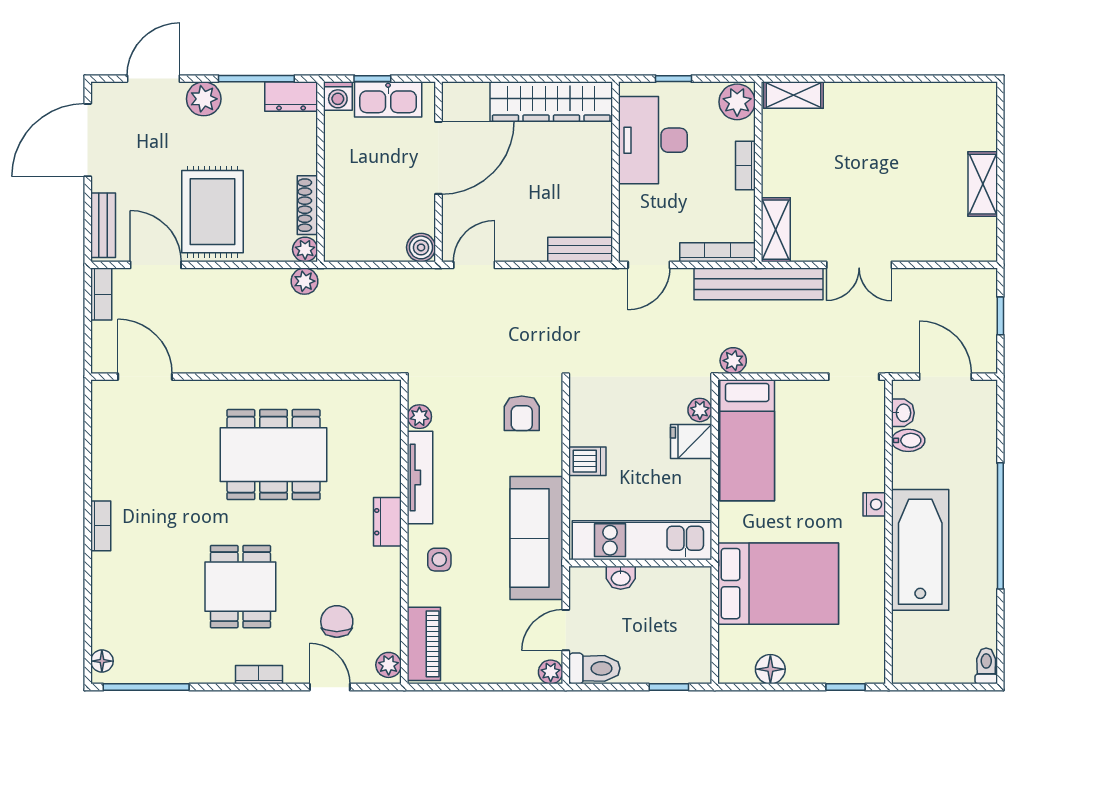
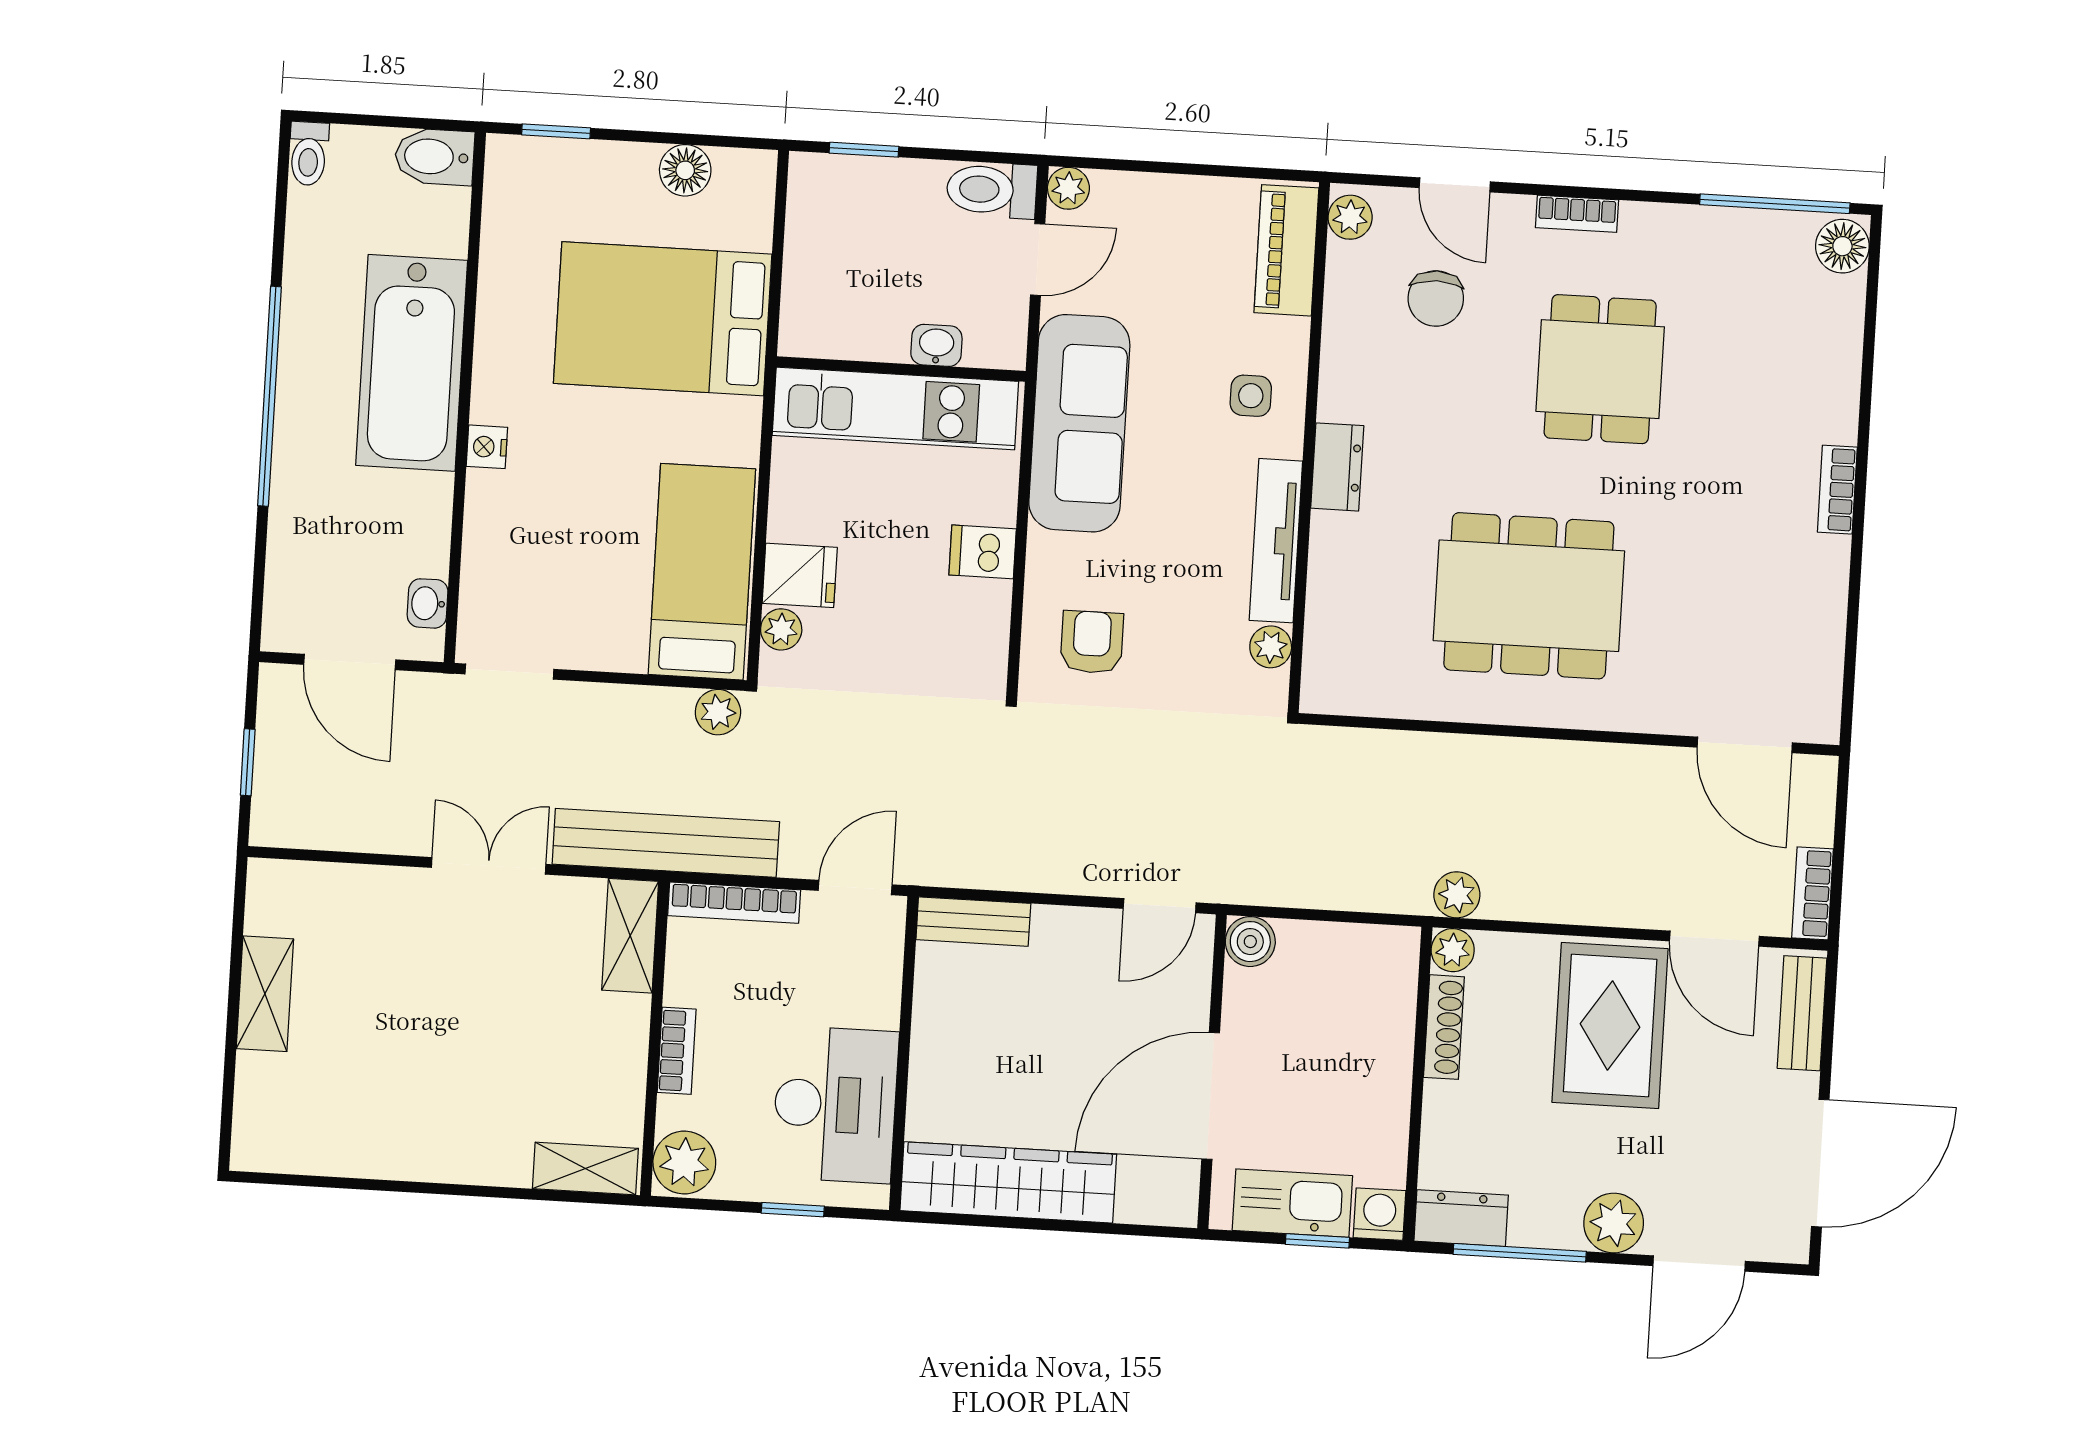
bidet: (908, 440) -> (434, 157), moved, width x1.38, depth x1.36
floor lamp: (102, 661) -> (1842, 246), width x1.37, depth x1.37

